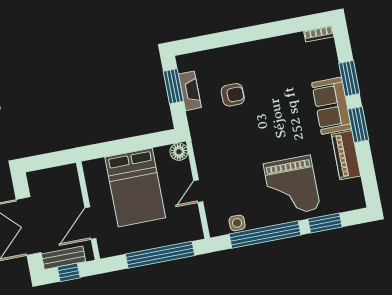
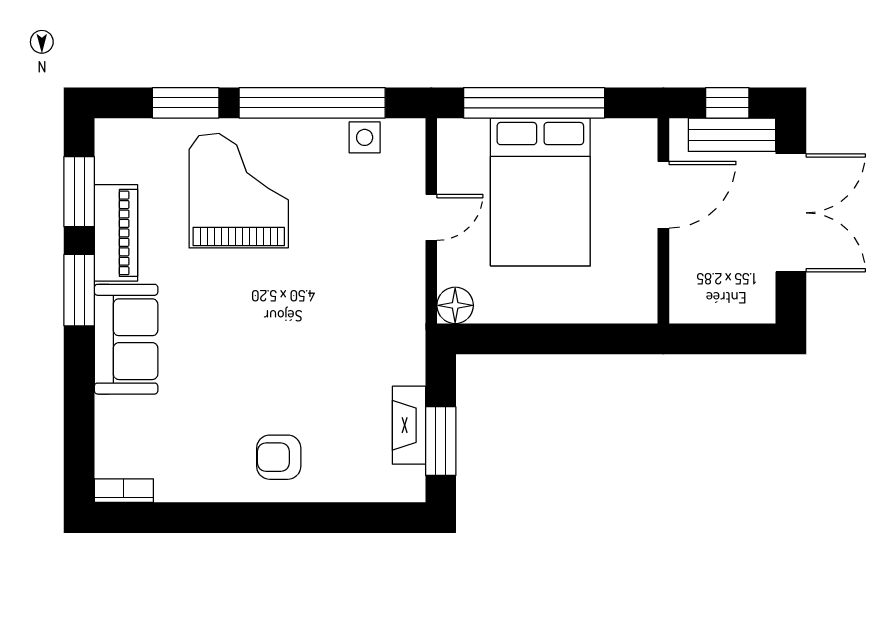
window: (349, 78) -> (79, 192), moved
armchair: (233, 95) -> (279, 457), moved
bed: (135, 187) -> (540, 192), moved, turned 180

